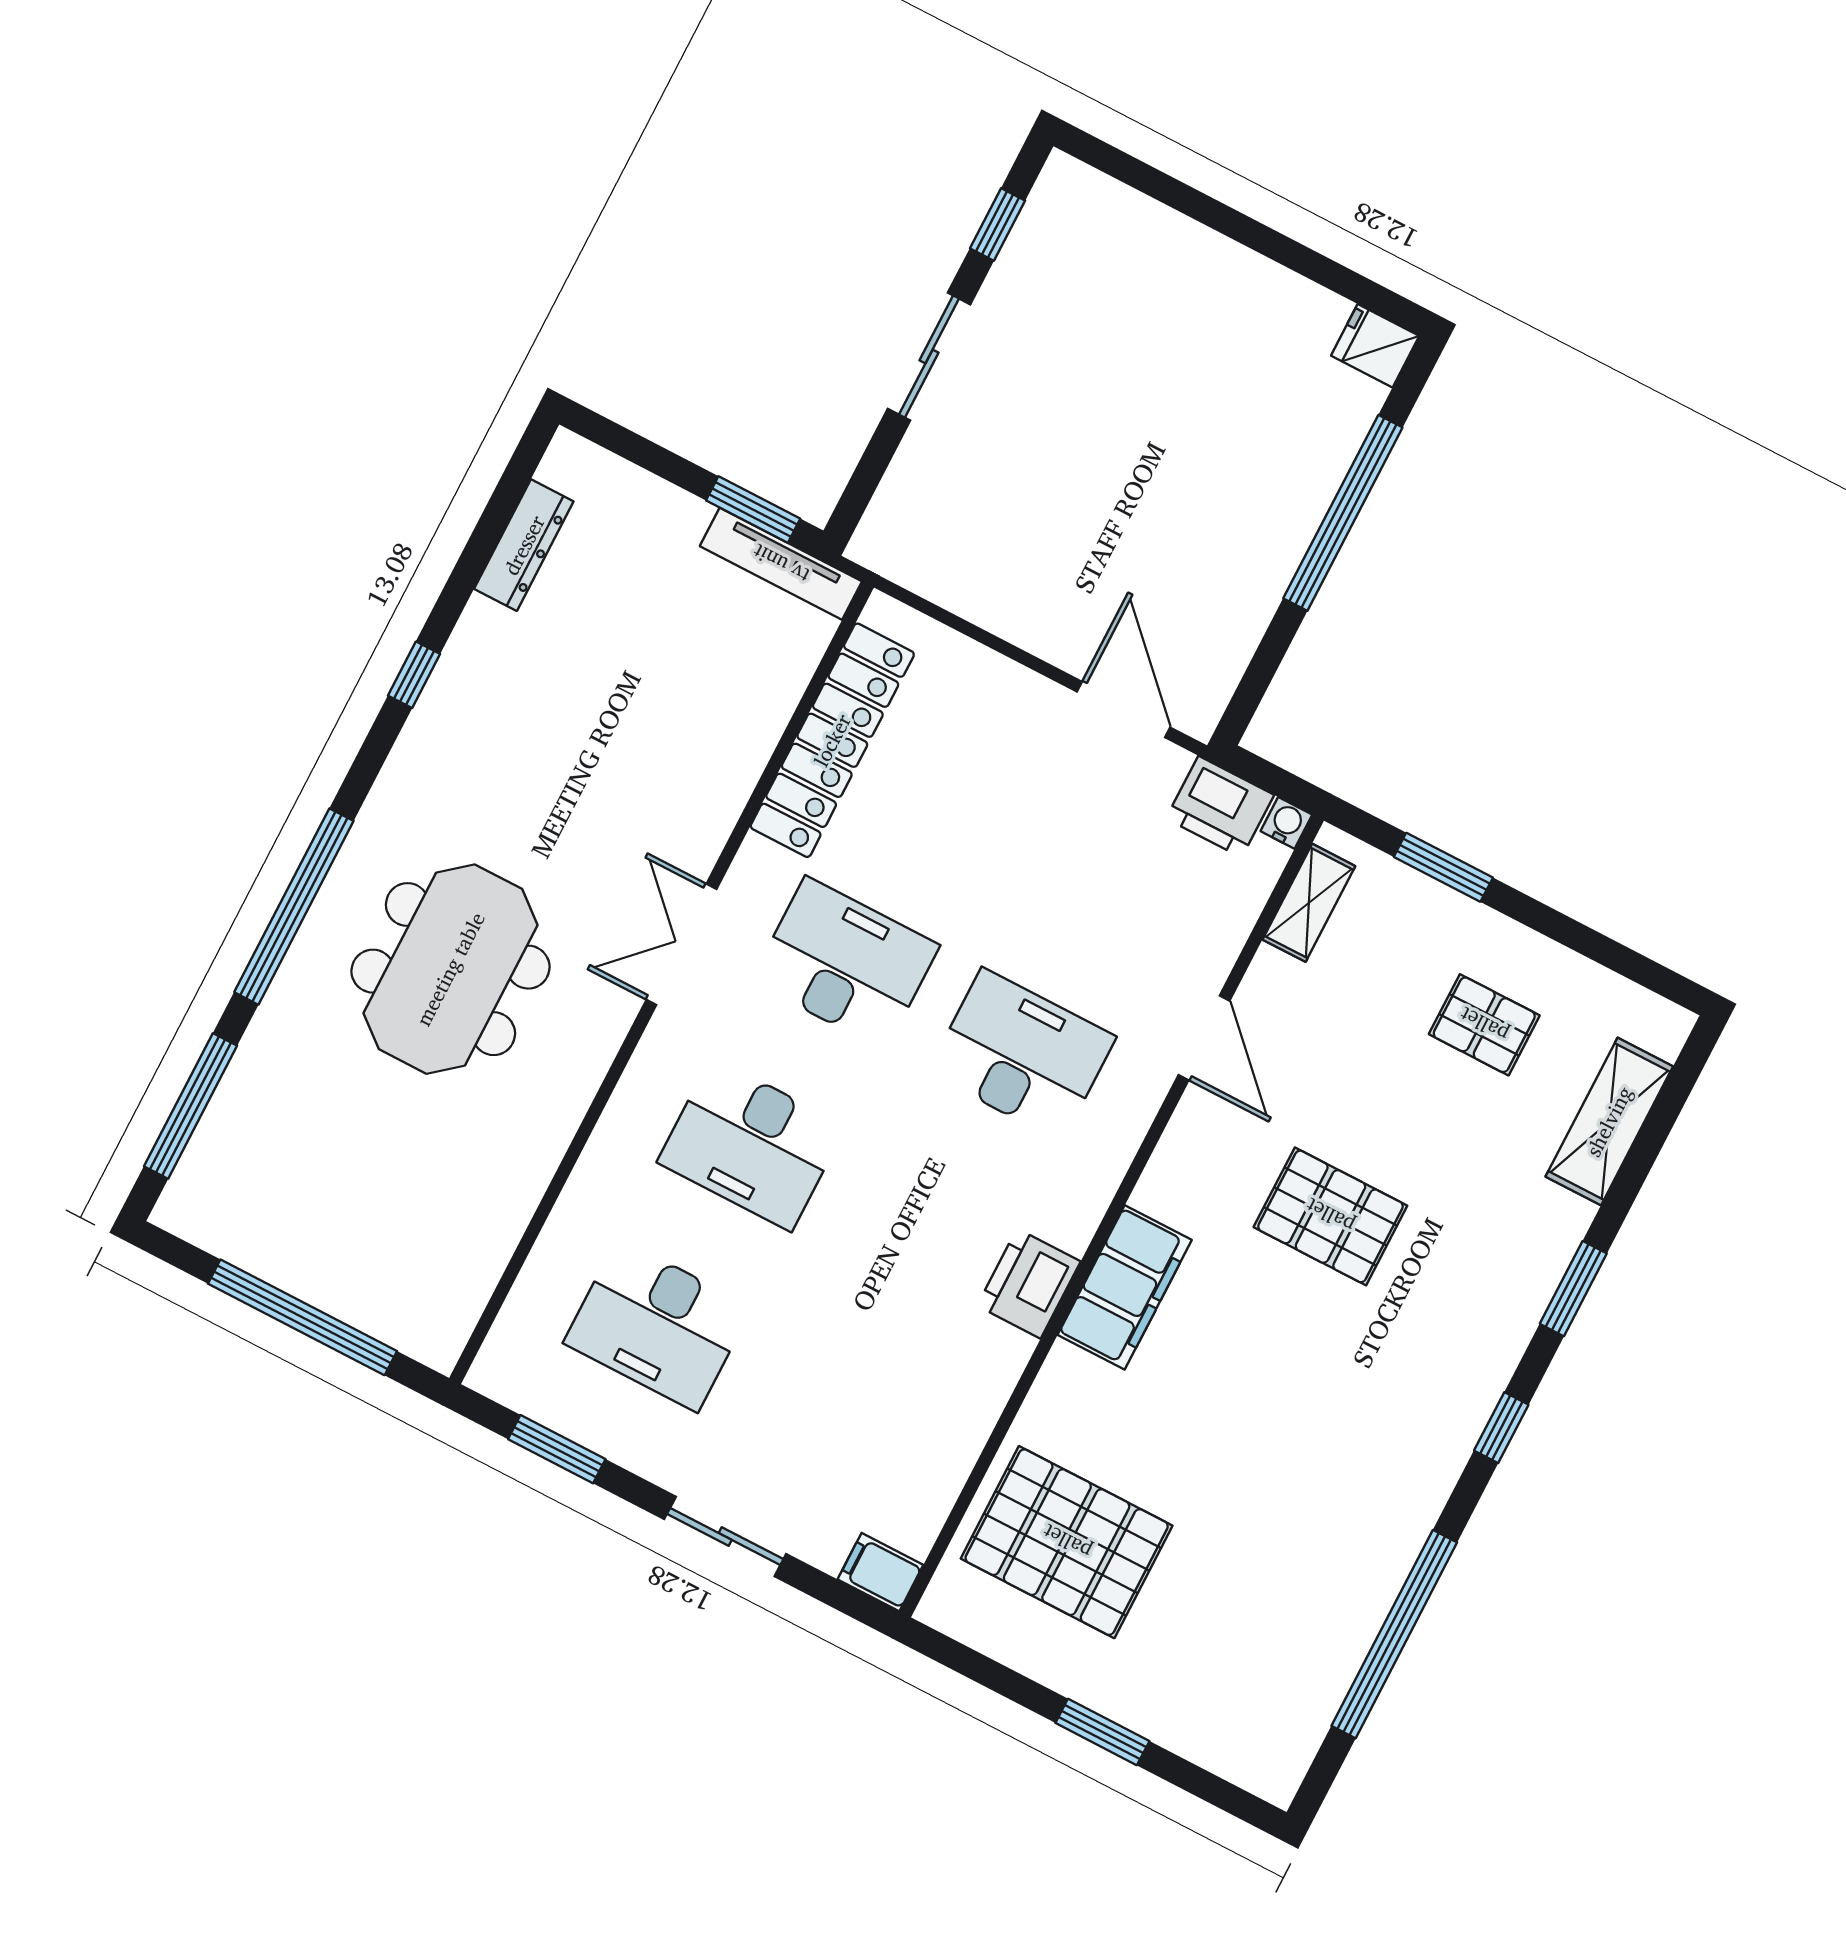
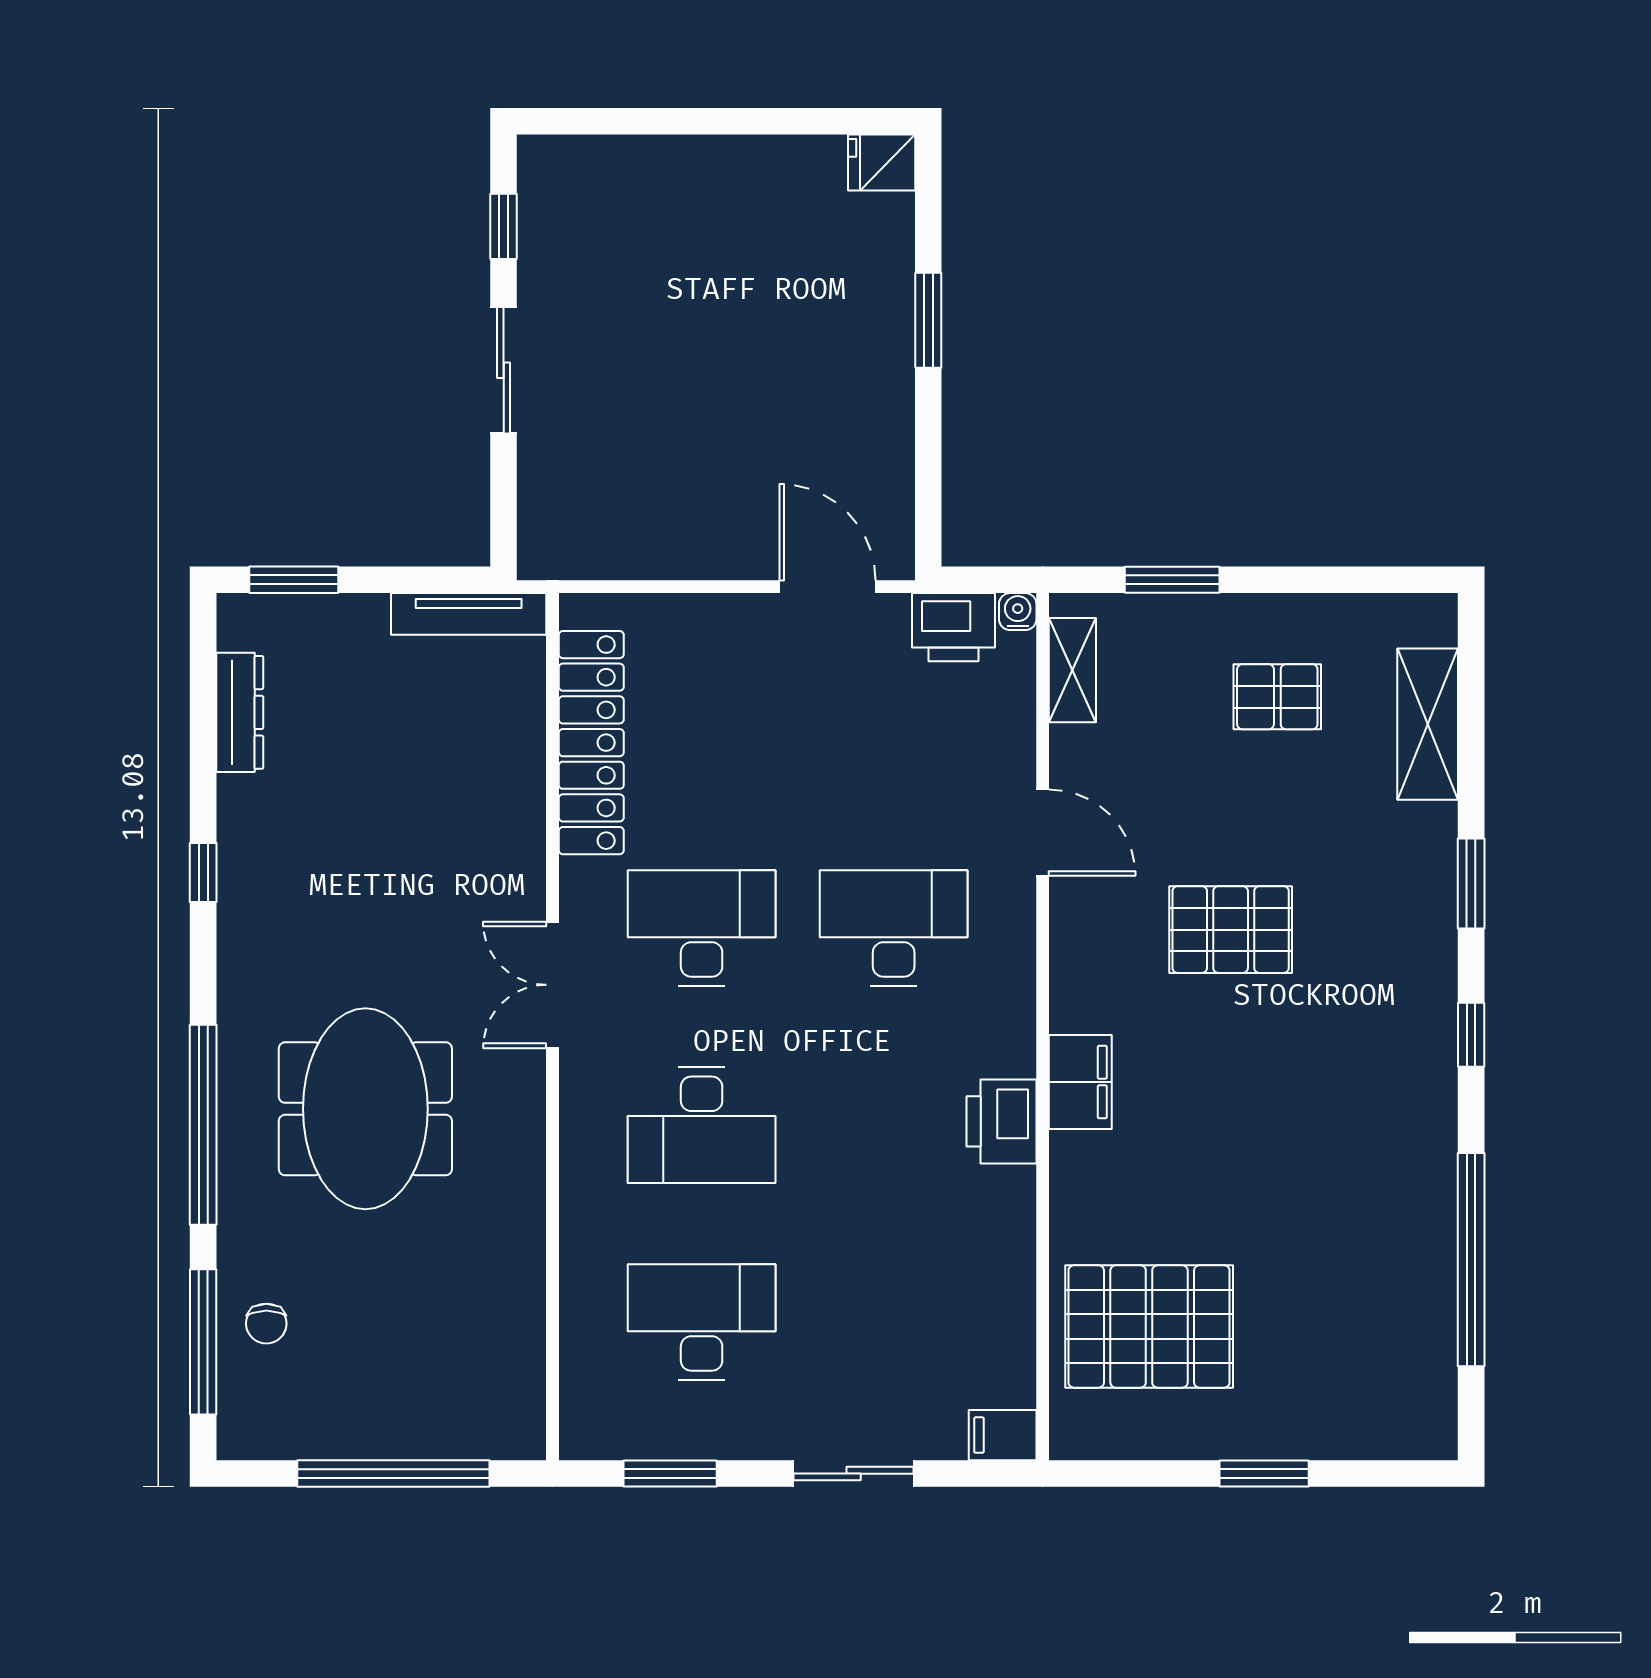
window: (753, 510) -> (294, 580), moved
window: (1343, 513) -> (928, 320), width x0.47
chair: (257, 1119) -> (266, 1324), added
filing cabinet: (1125, 1287) -> (1080, 1082), width x0.67, depth x0.86
desk: (658, 1325) -> (702, 1322), turned 180

